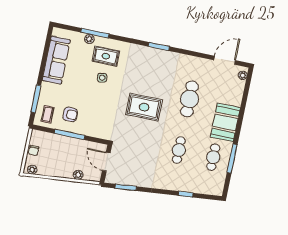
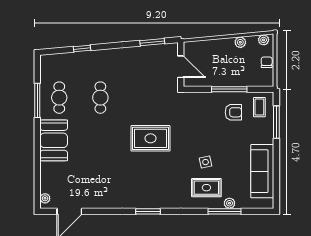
cafe table: (190, 99) -> (100, 159), removed
armchair: (70, 114) -> (233, 112), turned 180
plant: (78, 175) -> (240, 42), moved

